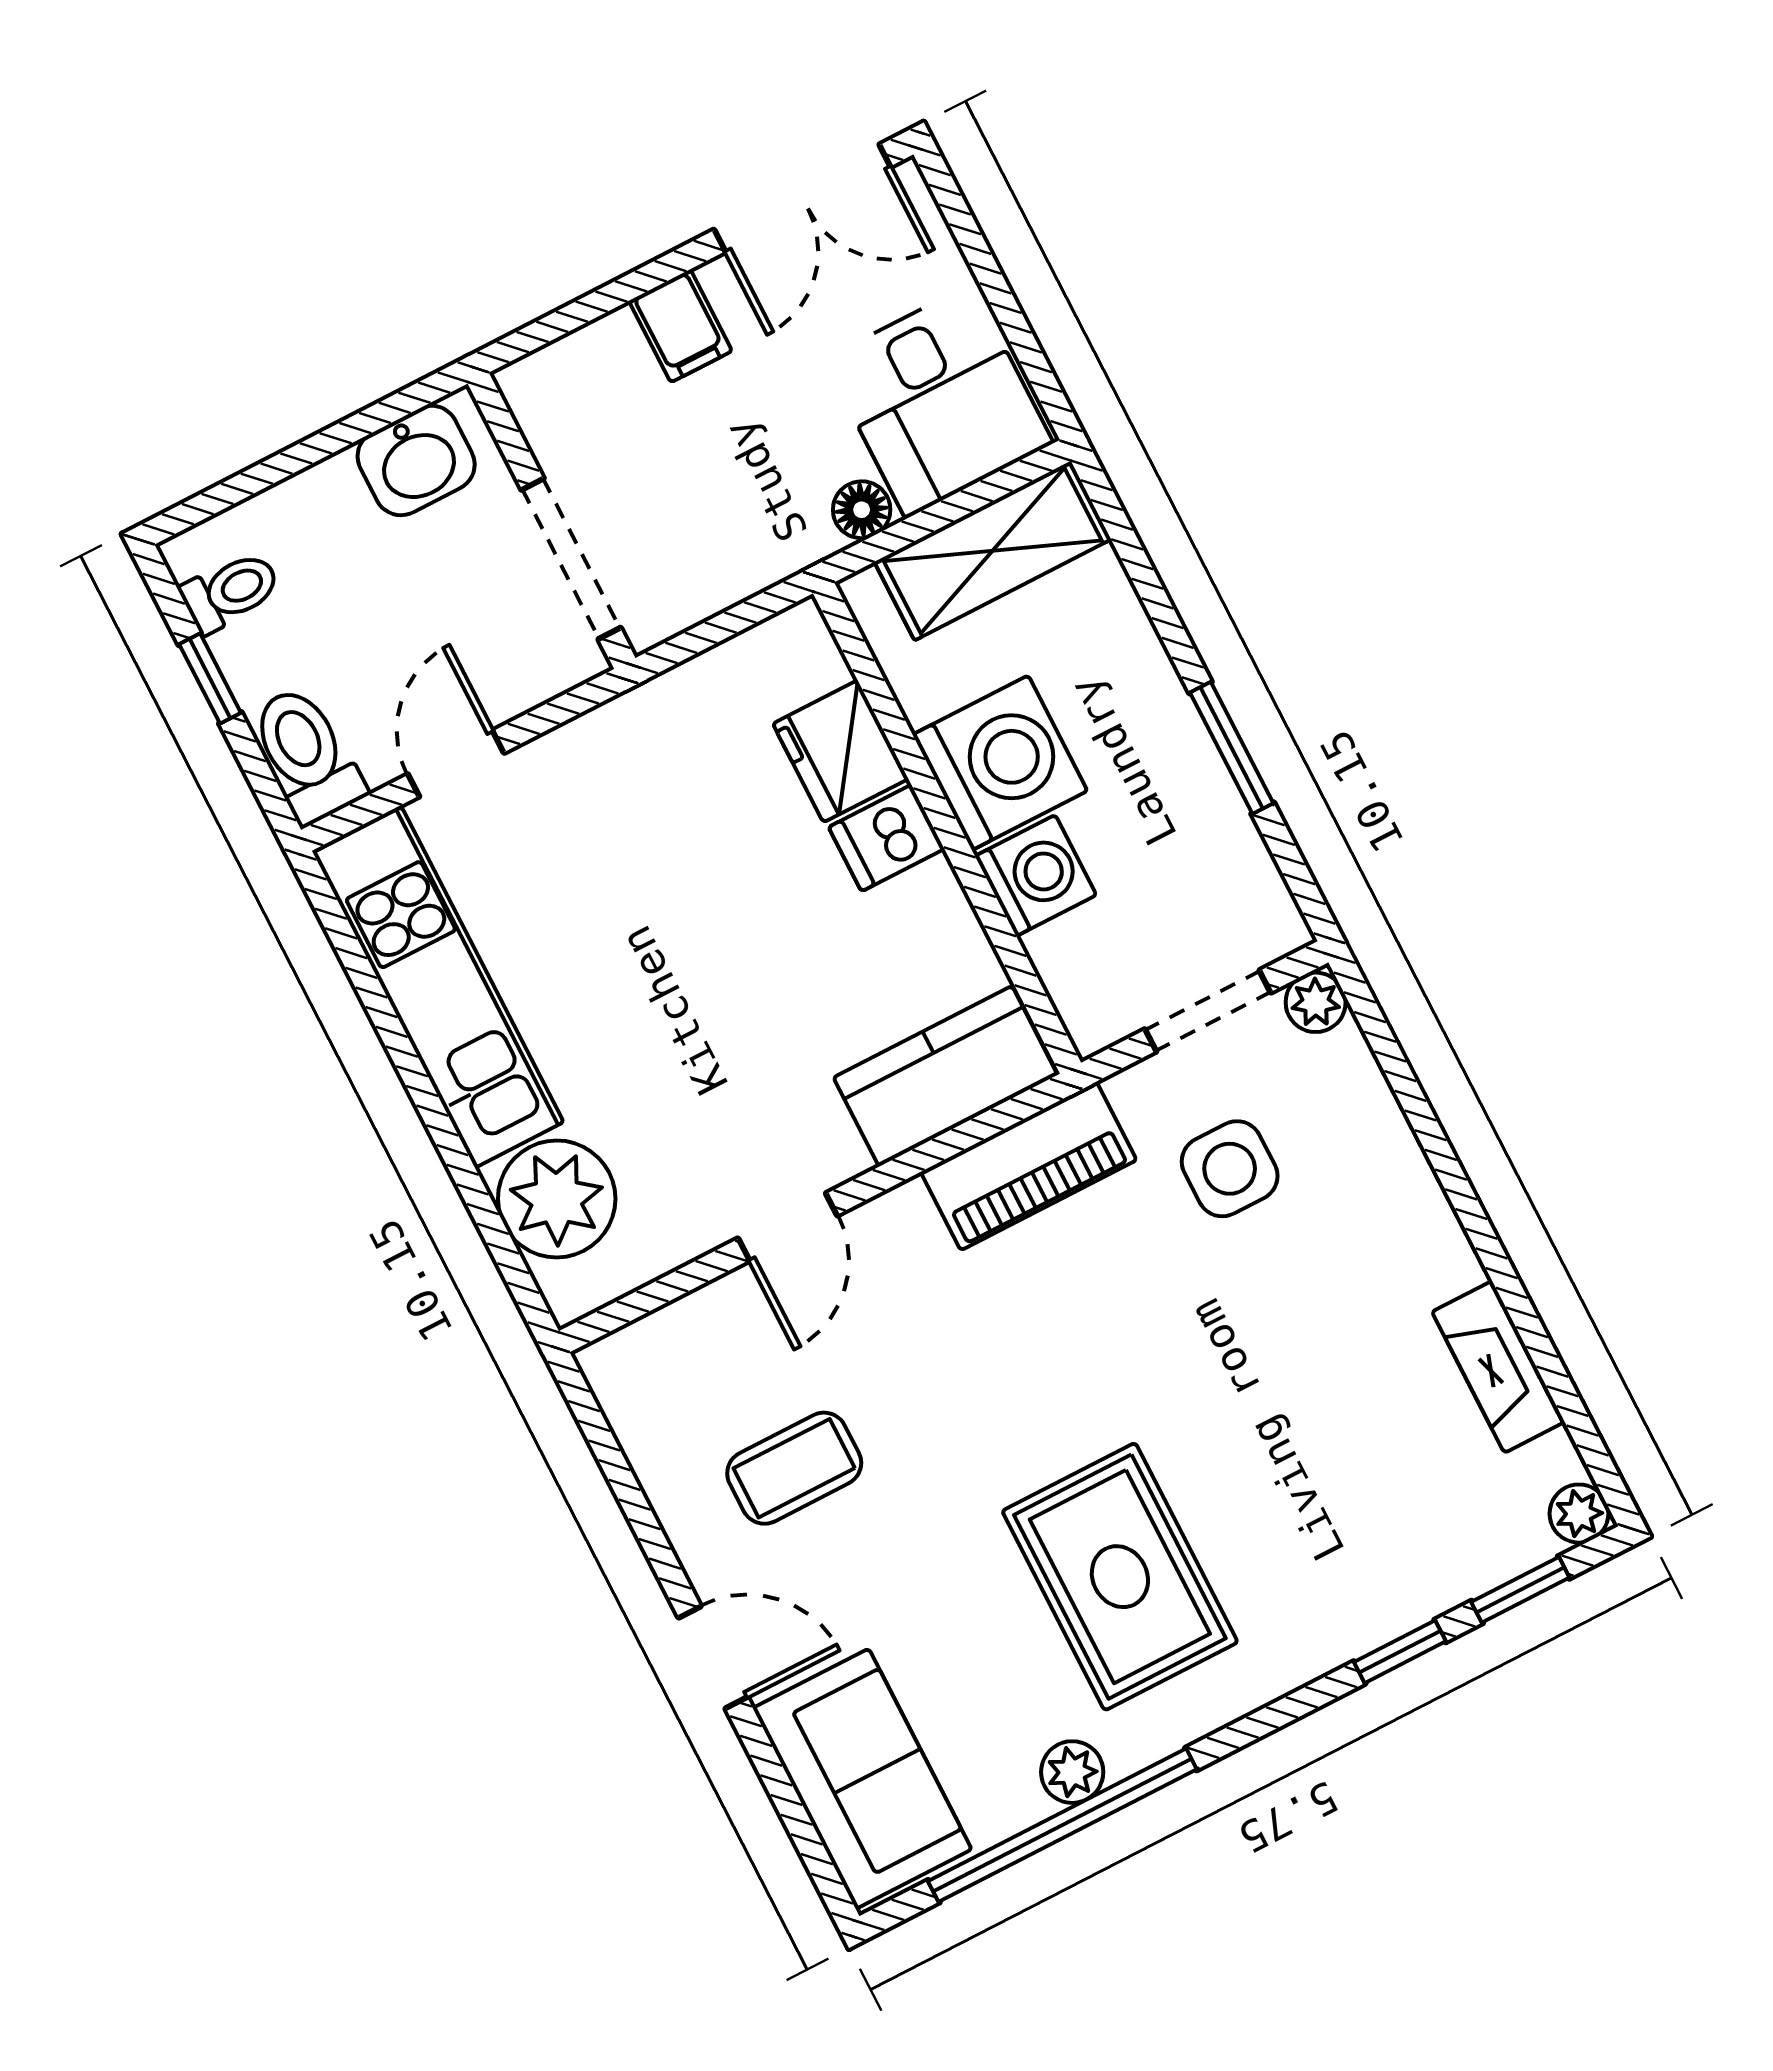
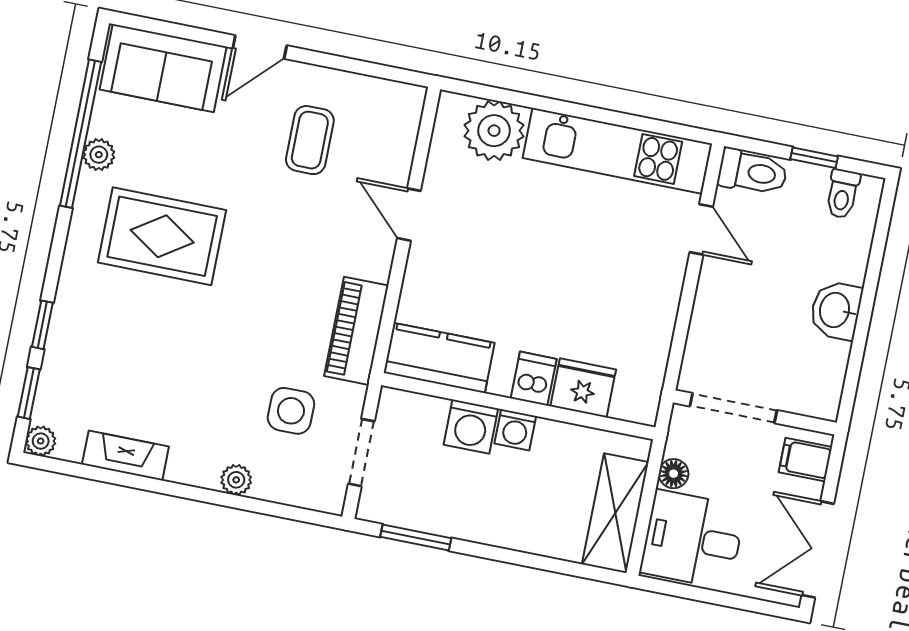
wall: (552, 521) -> (755, 412), moved
doorway: (571, 559) -> (733, 408), moved
window: (1232, 748) -> (416, 537), moved
washing machine: (1000, 763) -> (515, 430), width x0.53, depth x0.53
plant: (1316, 1002) -> (236, 480), moved
kitchen counter: (945, 1076) -> (439, 358), moved, turned -90

